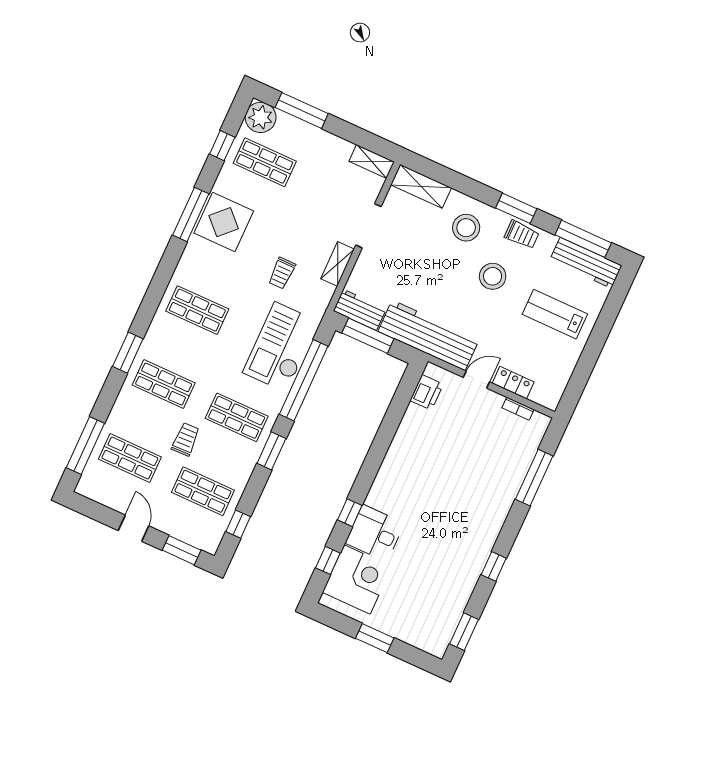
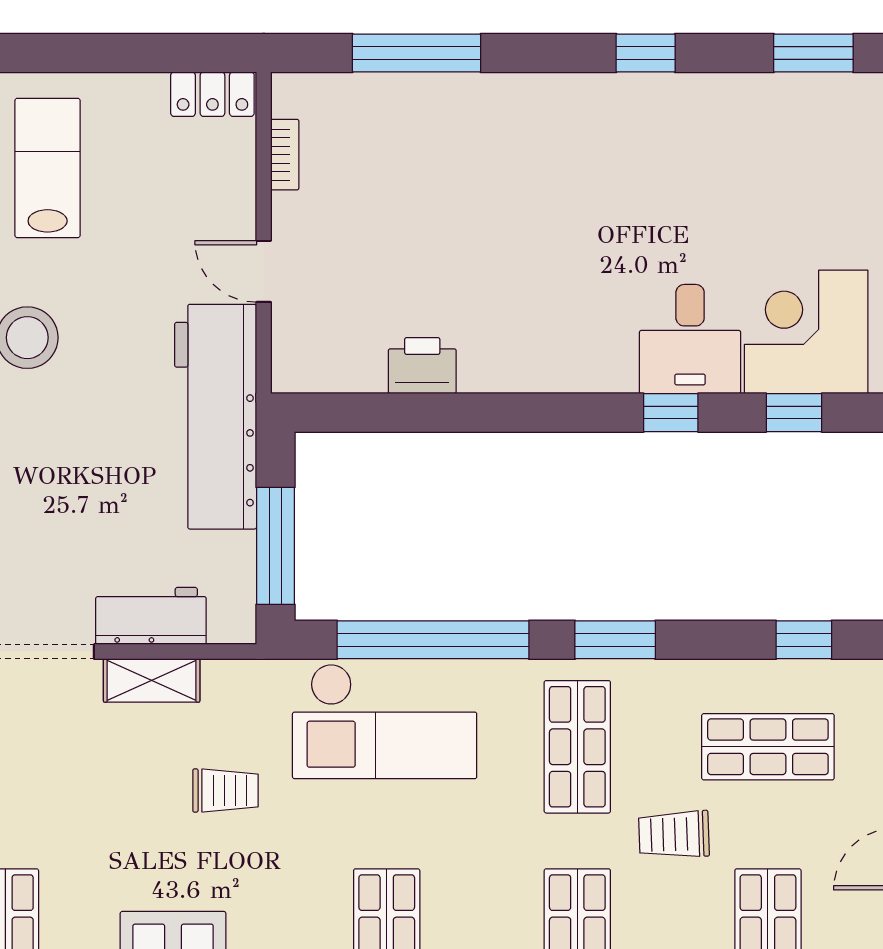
workbench: (360, 310) -> (151, 616), moved, turned 90
lab bench: (555, 314) -> (48, 168), turned 180
locker: (513, 383) -> (212, 94), moved, turned -90
printer: (427, 392) -> (422, 366), moved
shop shelf: (203, 491) -> (768, 747), turned 90

